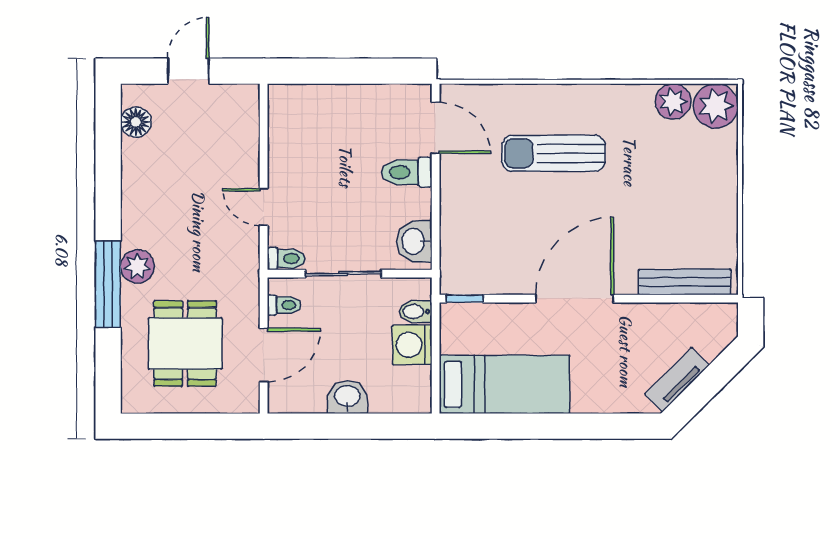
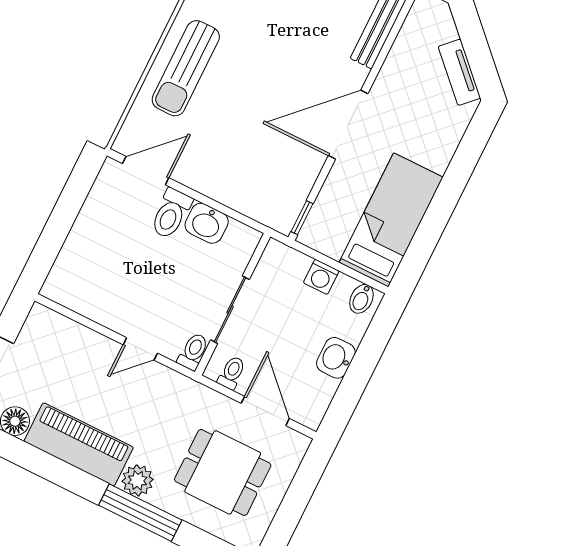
sun lounger: (553, 153) -> (186, 68), moved
piano: (144, 193) -> (79, 444), added
washbasin: (414, 241) -> (207, 223), moved
door: (575, 299) -> (348, 125), hinge flipped
bidet: (415, 312) -> (361, 299), moved
washing machine: (412, 345) -> (321, 277), width x0.73, depth x0.73

